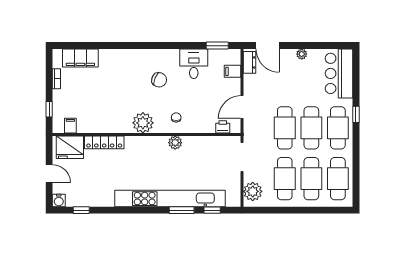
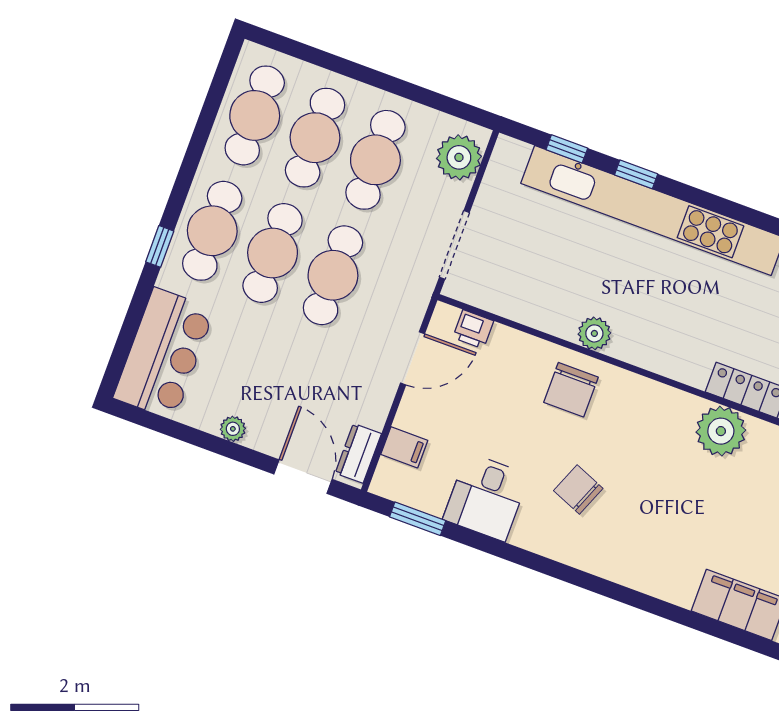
chair: (176, 117) -> (571, 390), width x1.87, depth x1.87
plant: (143, 123) -> (721, 431), moved
window: (182, 210) -> (636, 174), width x0.67

